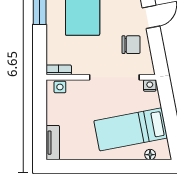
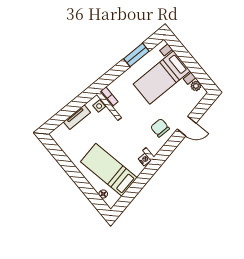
chair: (131, 45) -> (160, 128), turned 180
tv unit: (53, 143) -> (77, 117), moved

